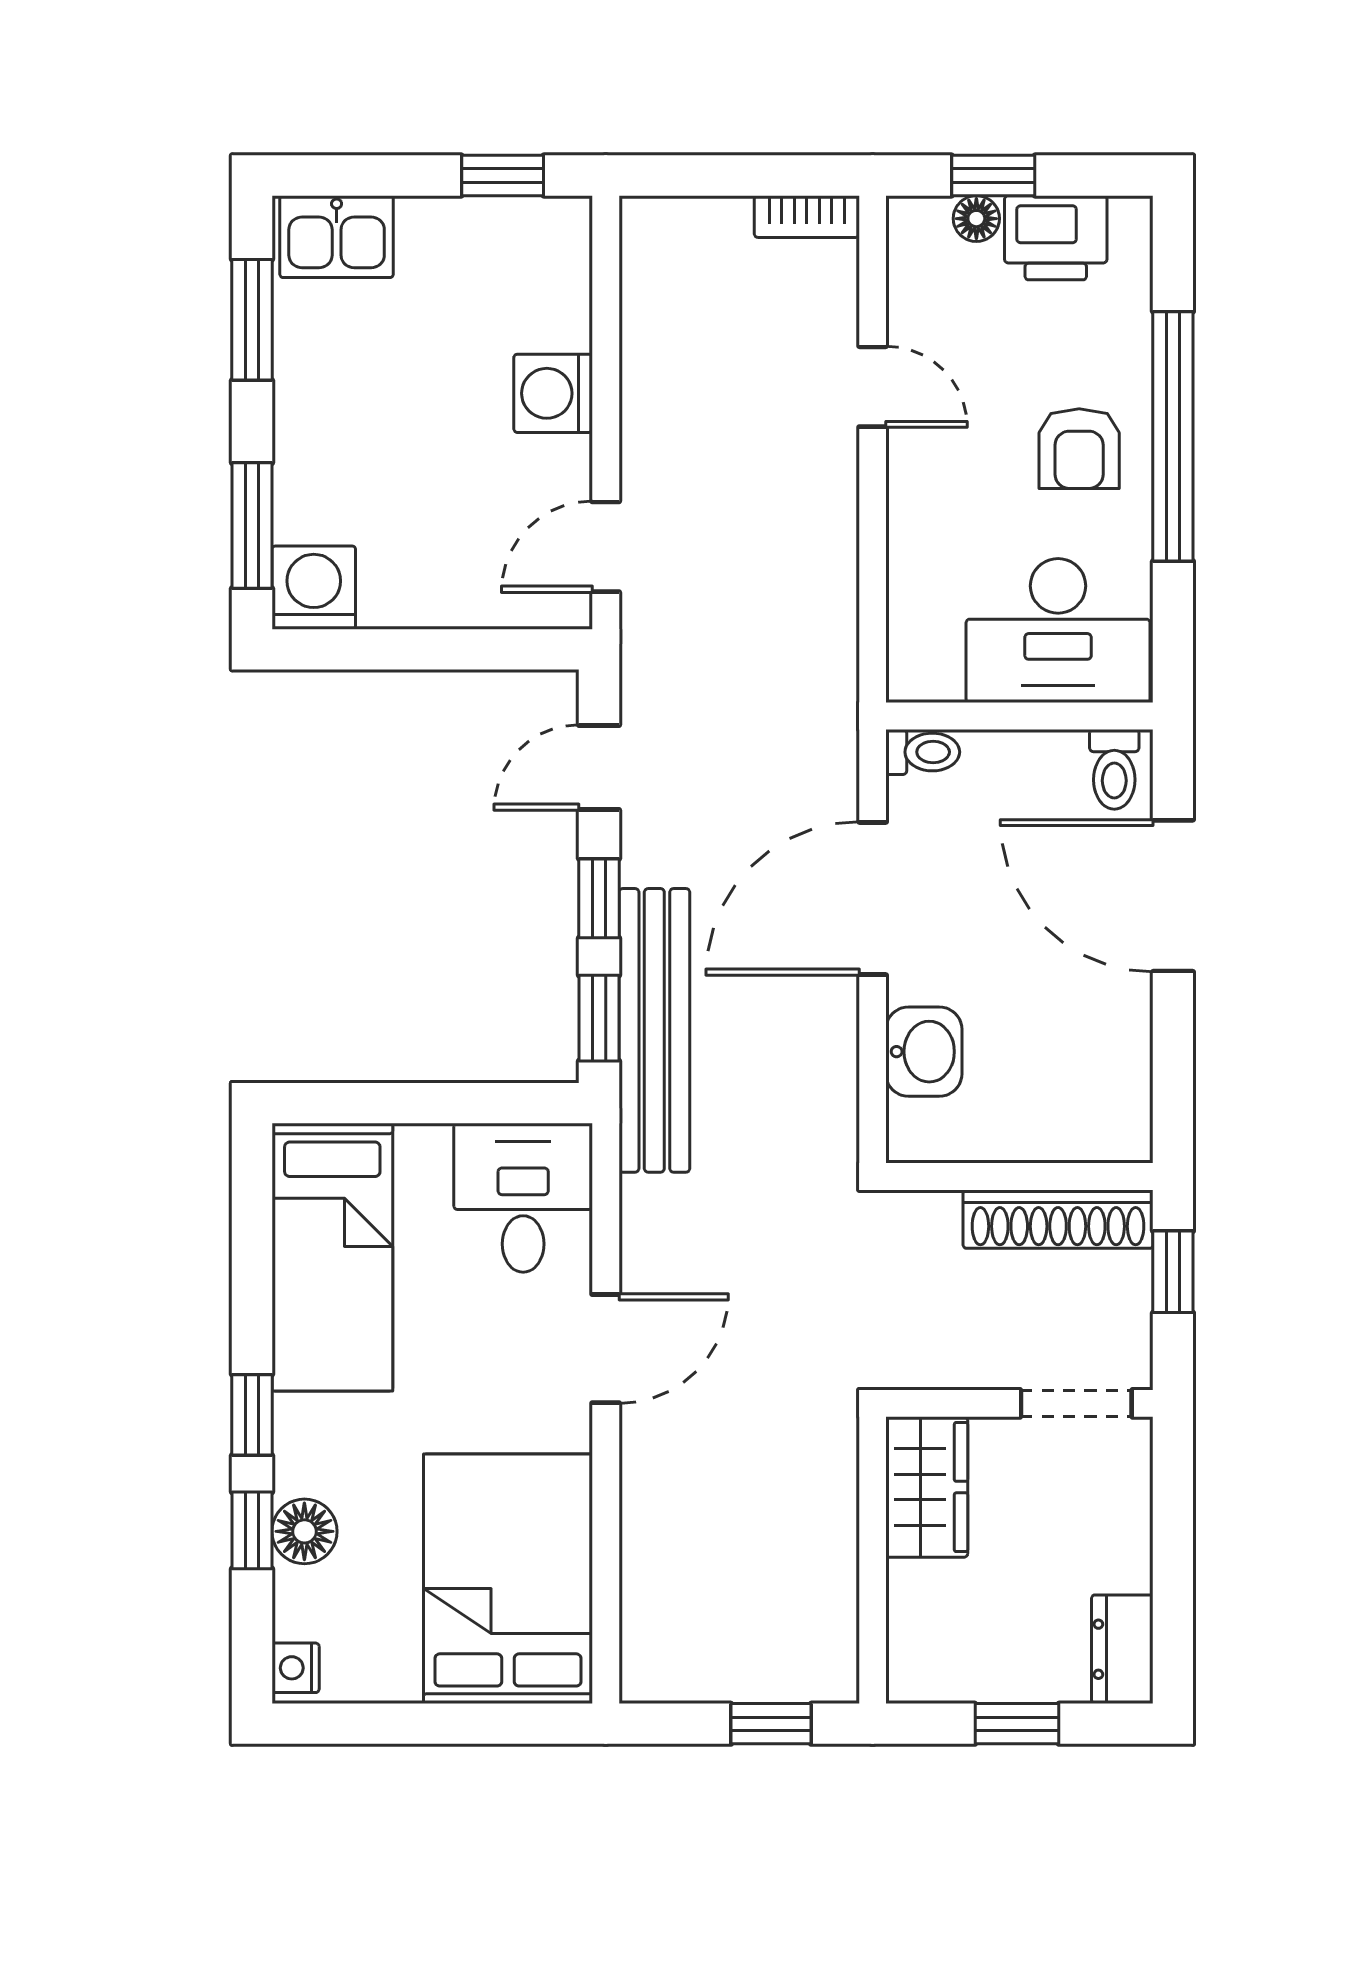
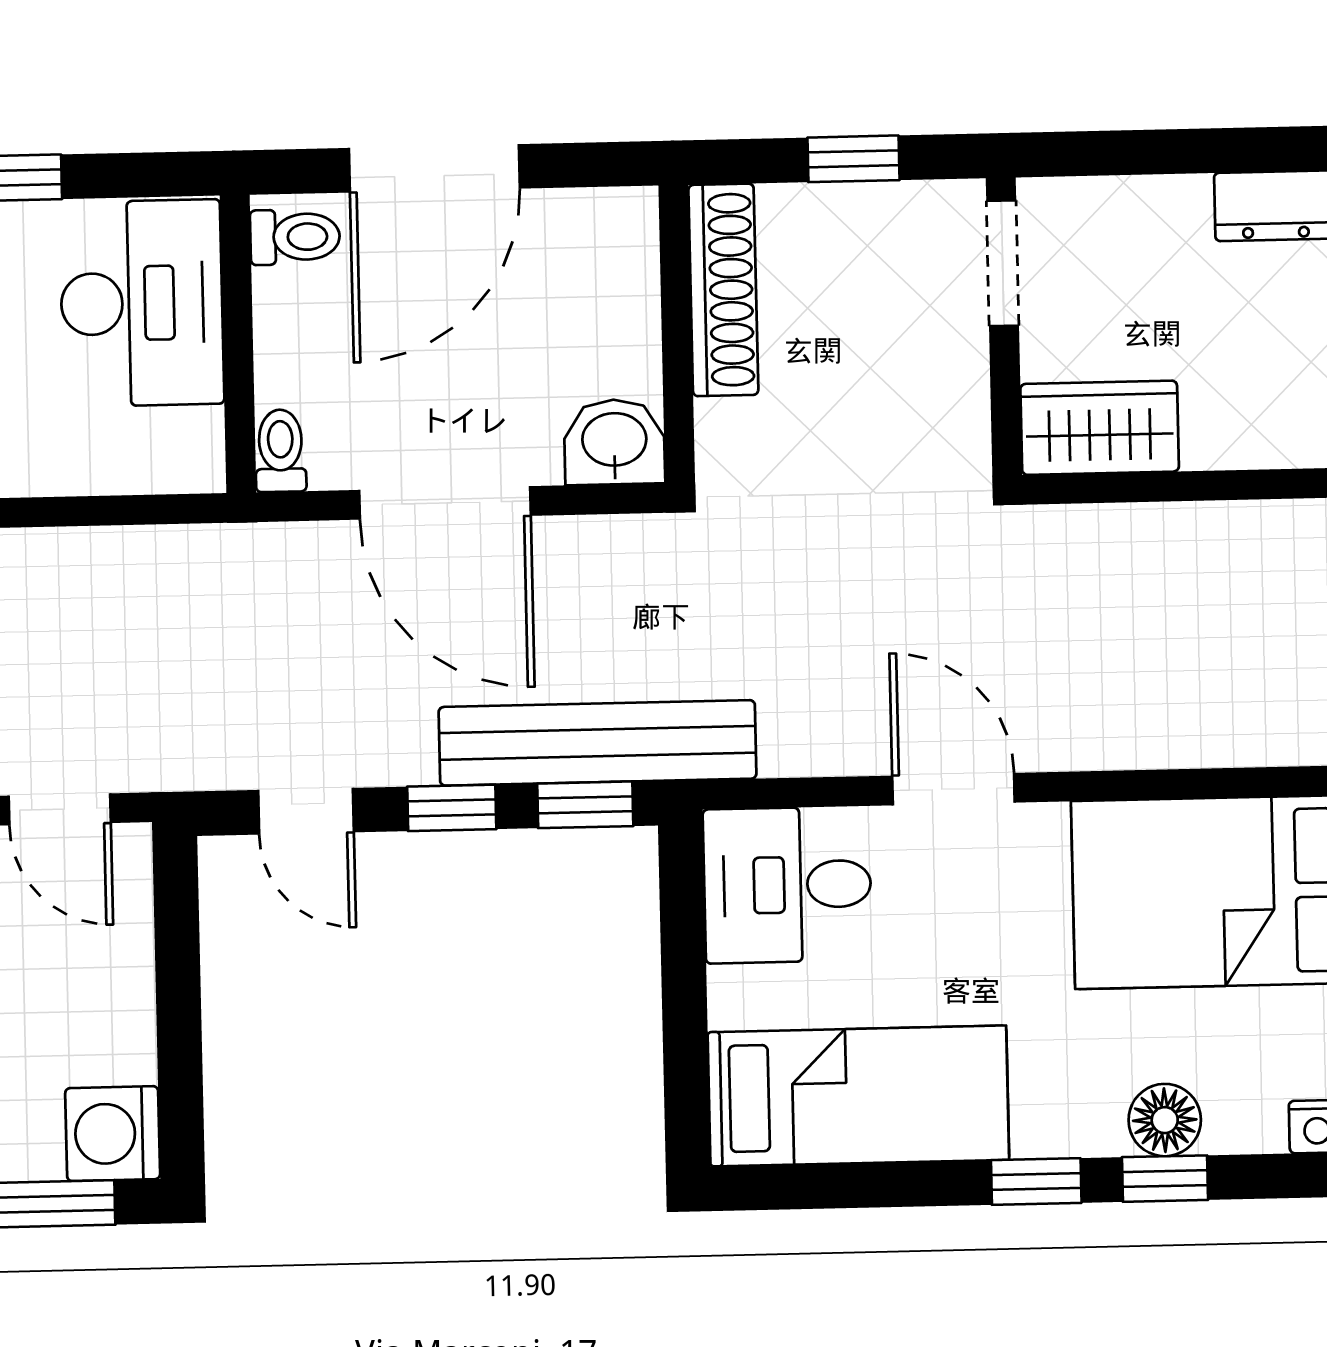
wall: (1019, 1177) -> (677, 334), moved
shoe rack: (1058, 1219) -> (723, 290), moved

